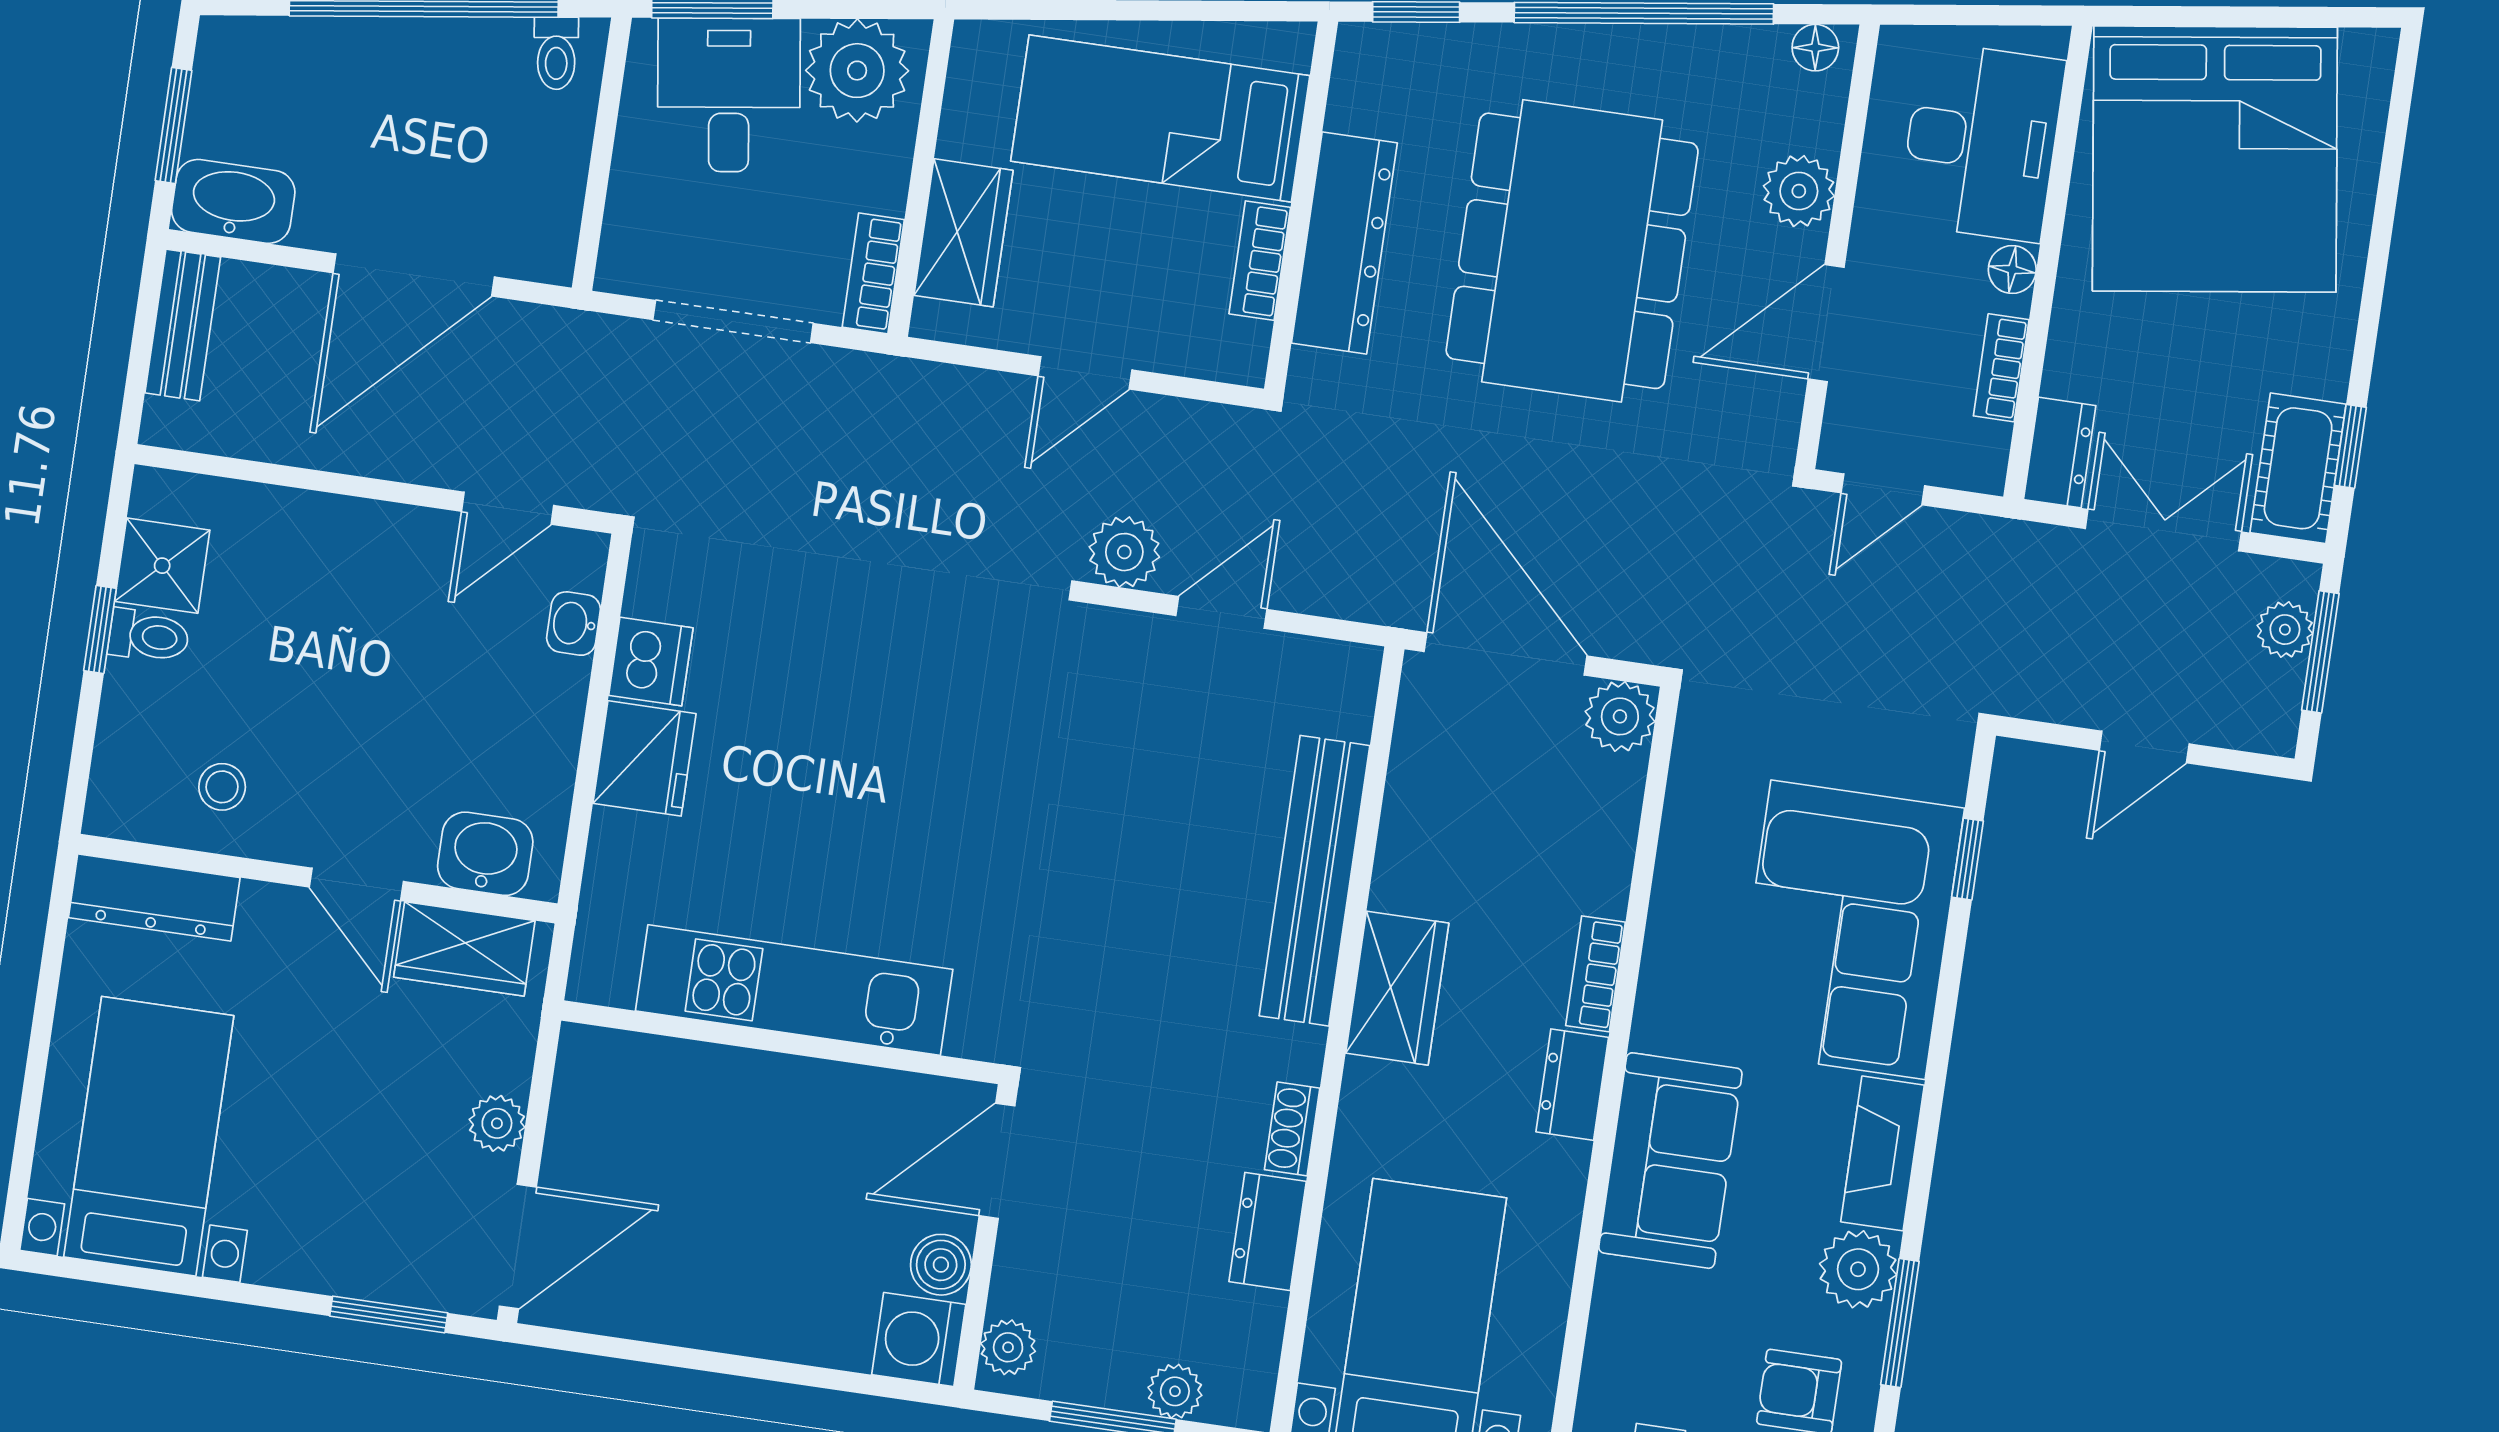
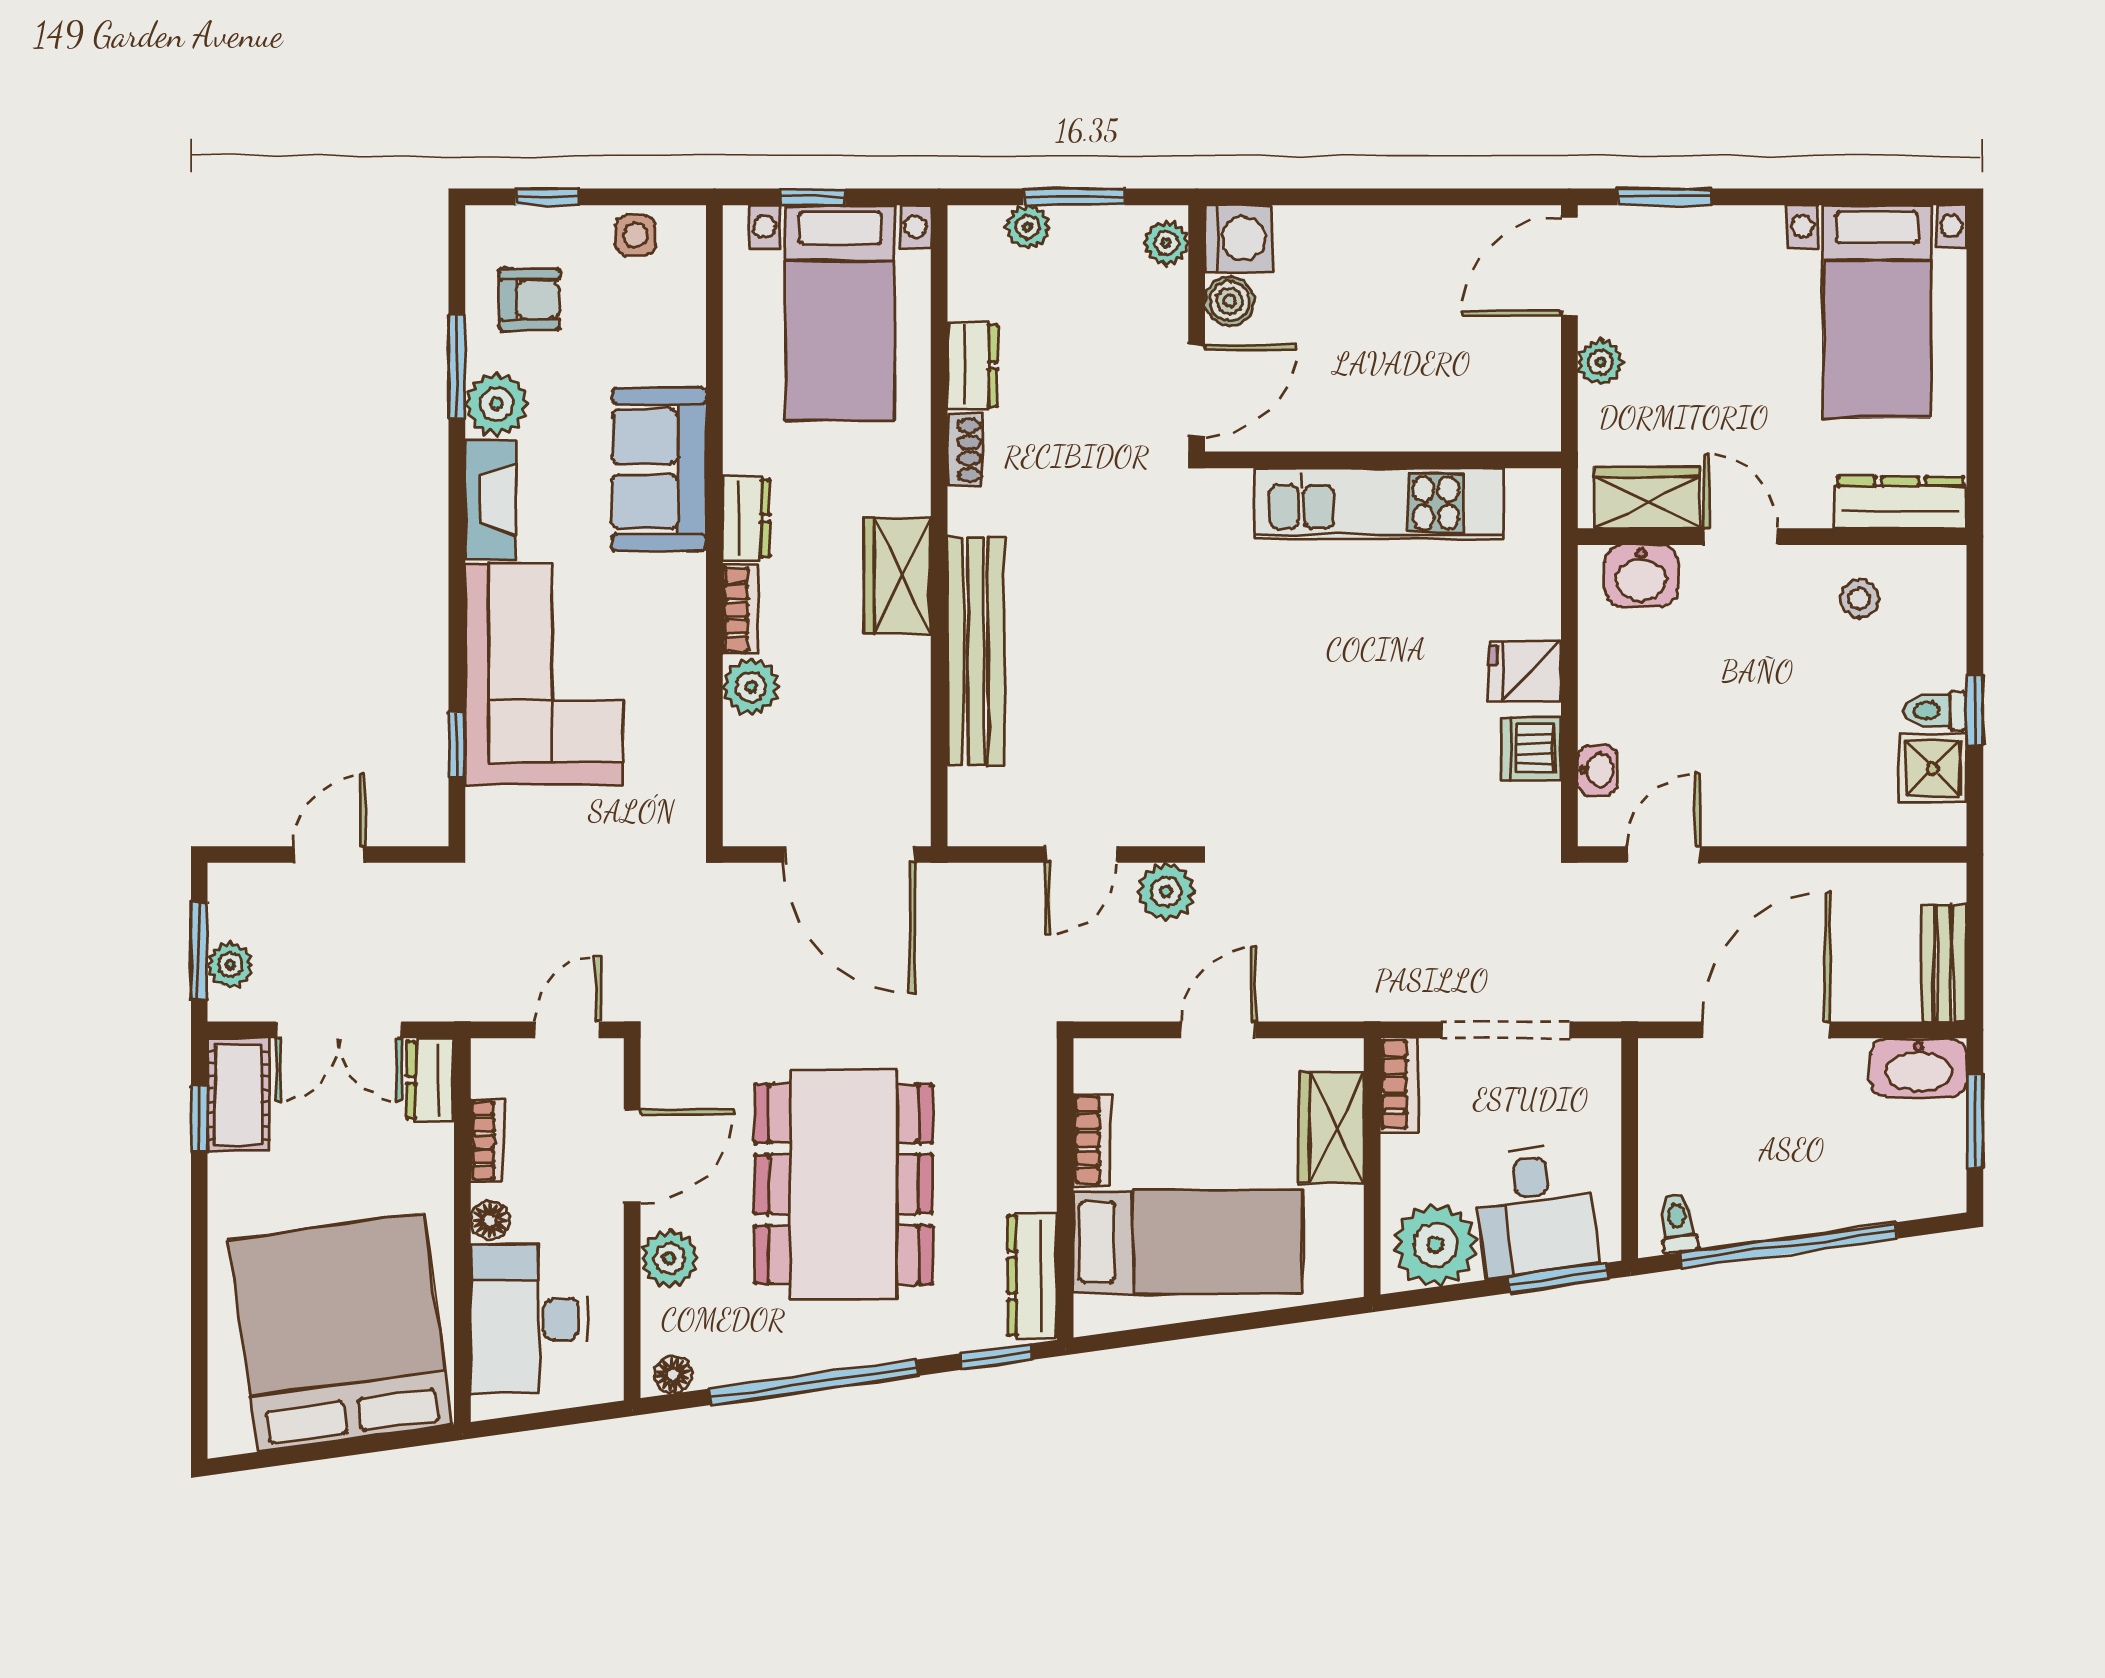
dresser: (1344, 243) -> (1032, 1276), moved, width x0.73, depth x0.80
plant: (1620, 716) -> (751, 687), moved
fridge: (644, 758) -> (1525, 671), width x0.72

